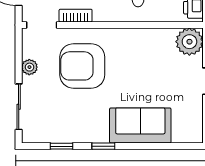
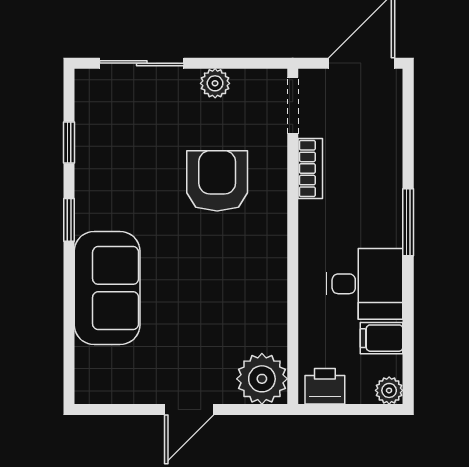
armchair: (82, 66) -> (217, 181), width x0.73, depth x0.73

